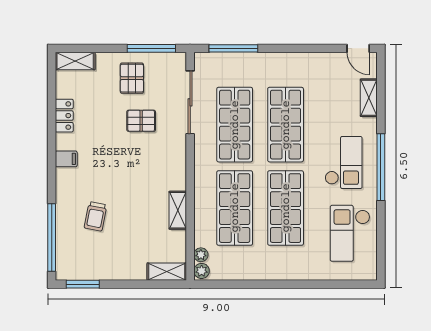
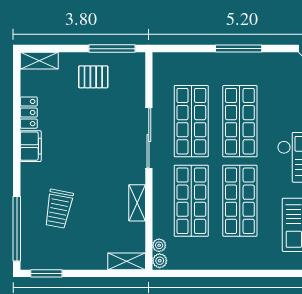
window: (233, 48) -> (239, 49), moved
pallet: (132, 78) -> (93, 77), turned 90
sliding door: (190, 102) -> (149, 138), moved
pallet: (141, 121) -> (102, 117), removed
filing cabinet: (66, 159) -> (31, 146), width x2.00
trolley: (96, 216) -> (59, 209), width x1.36, depth x1.39

